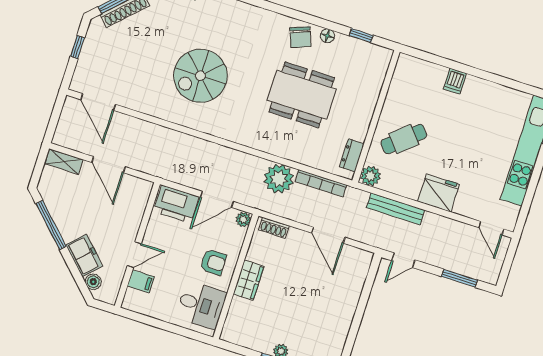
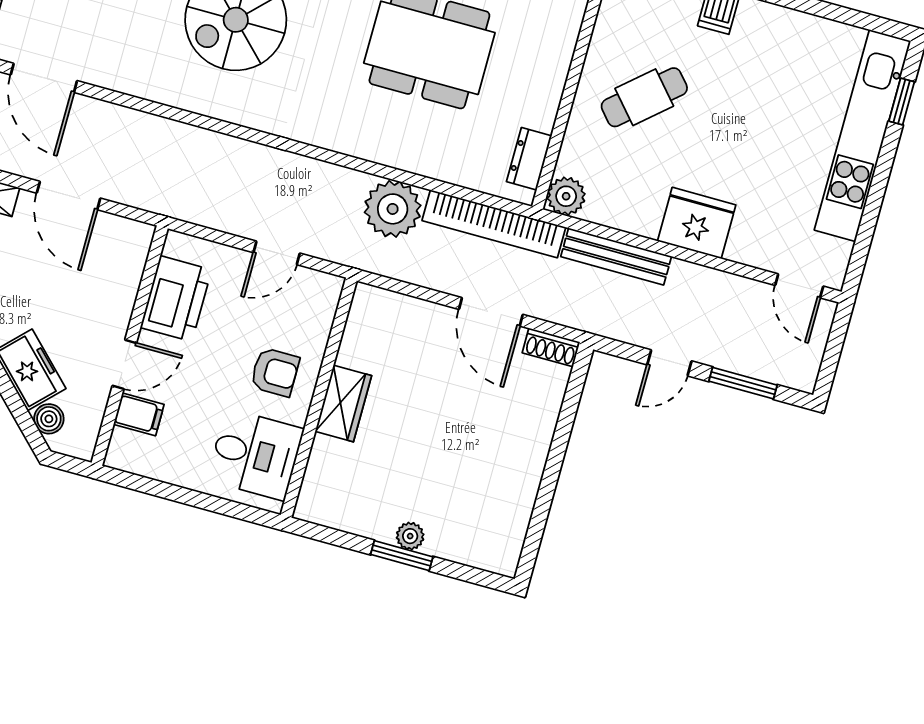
cafe table: (404, 139) -> (644, 97), moved
bookcase: (321, 183) -> (494, 224), width x1.48, depth x1.31
door: (217, 199) -> (277, 253), width x0.73
printer: (176, 204) -> (176, 299), moved, turned -90
plant: (243, 220) -> (328, 289), removed
shoe rack: (274, 228) -> (551, 347), moved
door: (403, 260) -> (669, 363), moved

